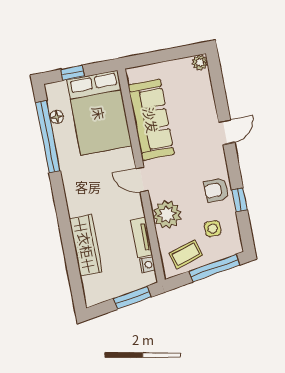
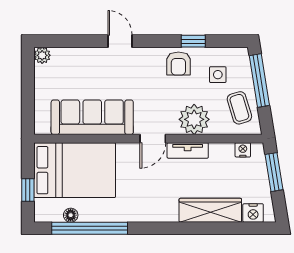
tv unit: (142, 237) -> (188, 150), moved
nightstand: (91, 285) -> (253, 213), added

